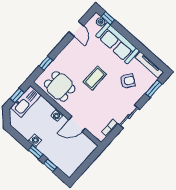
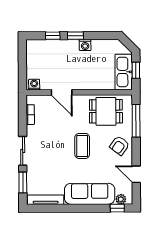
window: (46, 63) -> (136, 121), width x2.17
armchair: (128, 81) -> (120, 146), moved
washing machine: (57, 115) -> (34, 85), moved
sliding door: (129, 117) -> (23, 151), moved
door: (77, 124) -> (62, 92), swing flipped

